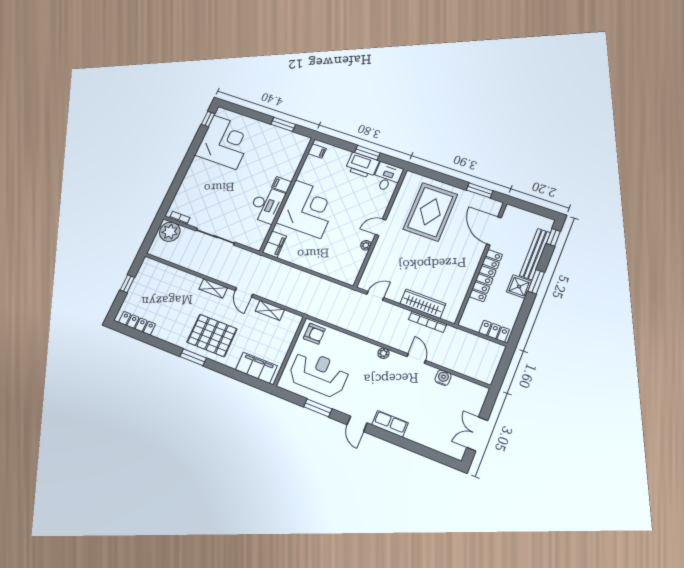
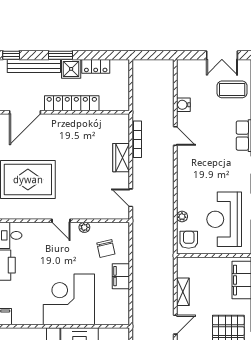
filing cabinet: (274, 244) -> (121, 276), moved, turned -90
chair: (339, 257) -> (106, 248), added
wardrobe: (423, 304) -> (121, 158), width x0.67
locker: (494, 331) -> (96, 66), moved, turned -90
plant: (384, 353) -> (182, 217), moved
door: (416, 358) -> (175, 136), swing flipped
coffee table: (439, 430) -> (232, 89), added

